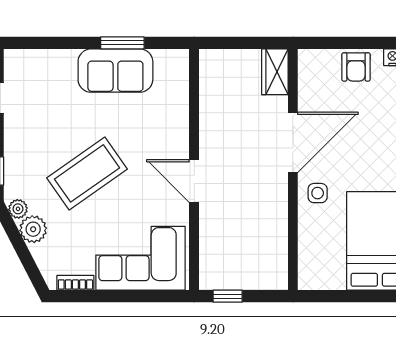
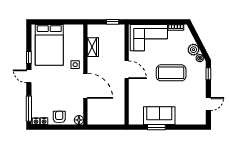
floor lamp: (309, 60) -> (79, 120), added
wardrobe: (275, 72) -> (93, 47), moved
door: (293, 142) -> (85, 86), swing flipped
coffee table: (87, 173) -> (171, 73), turned 35

